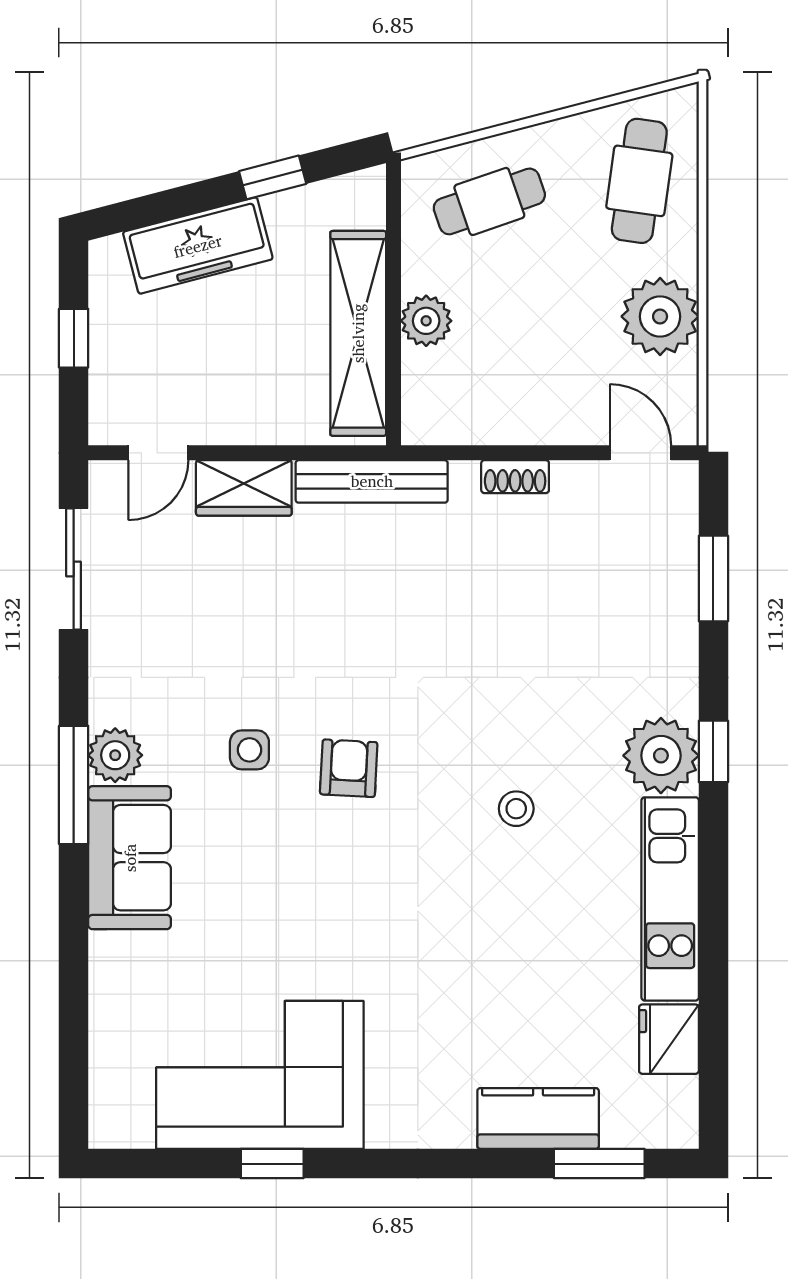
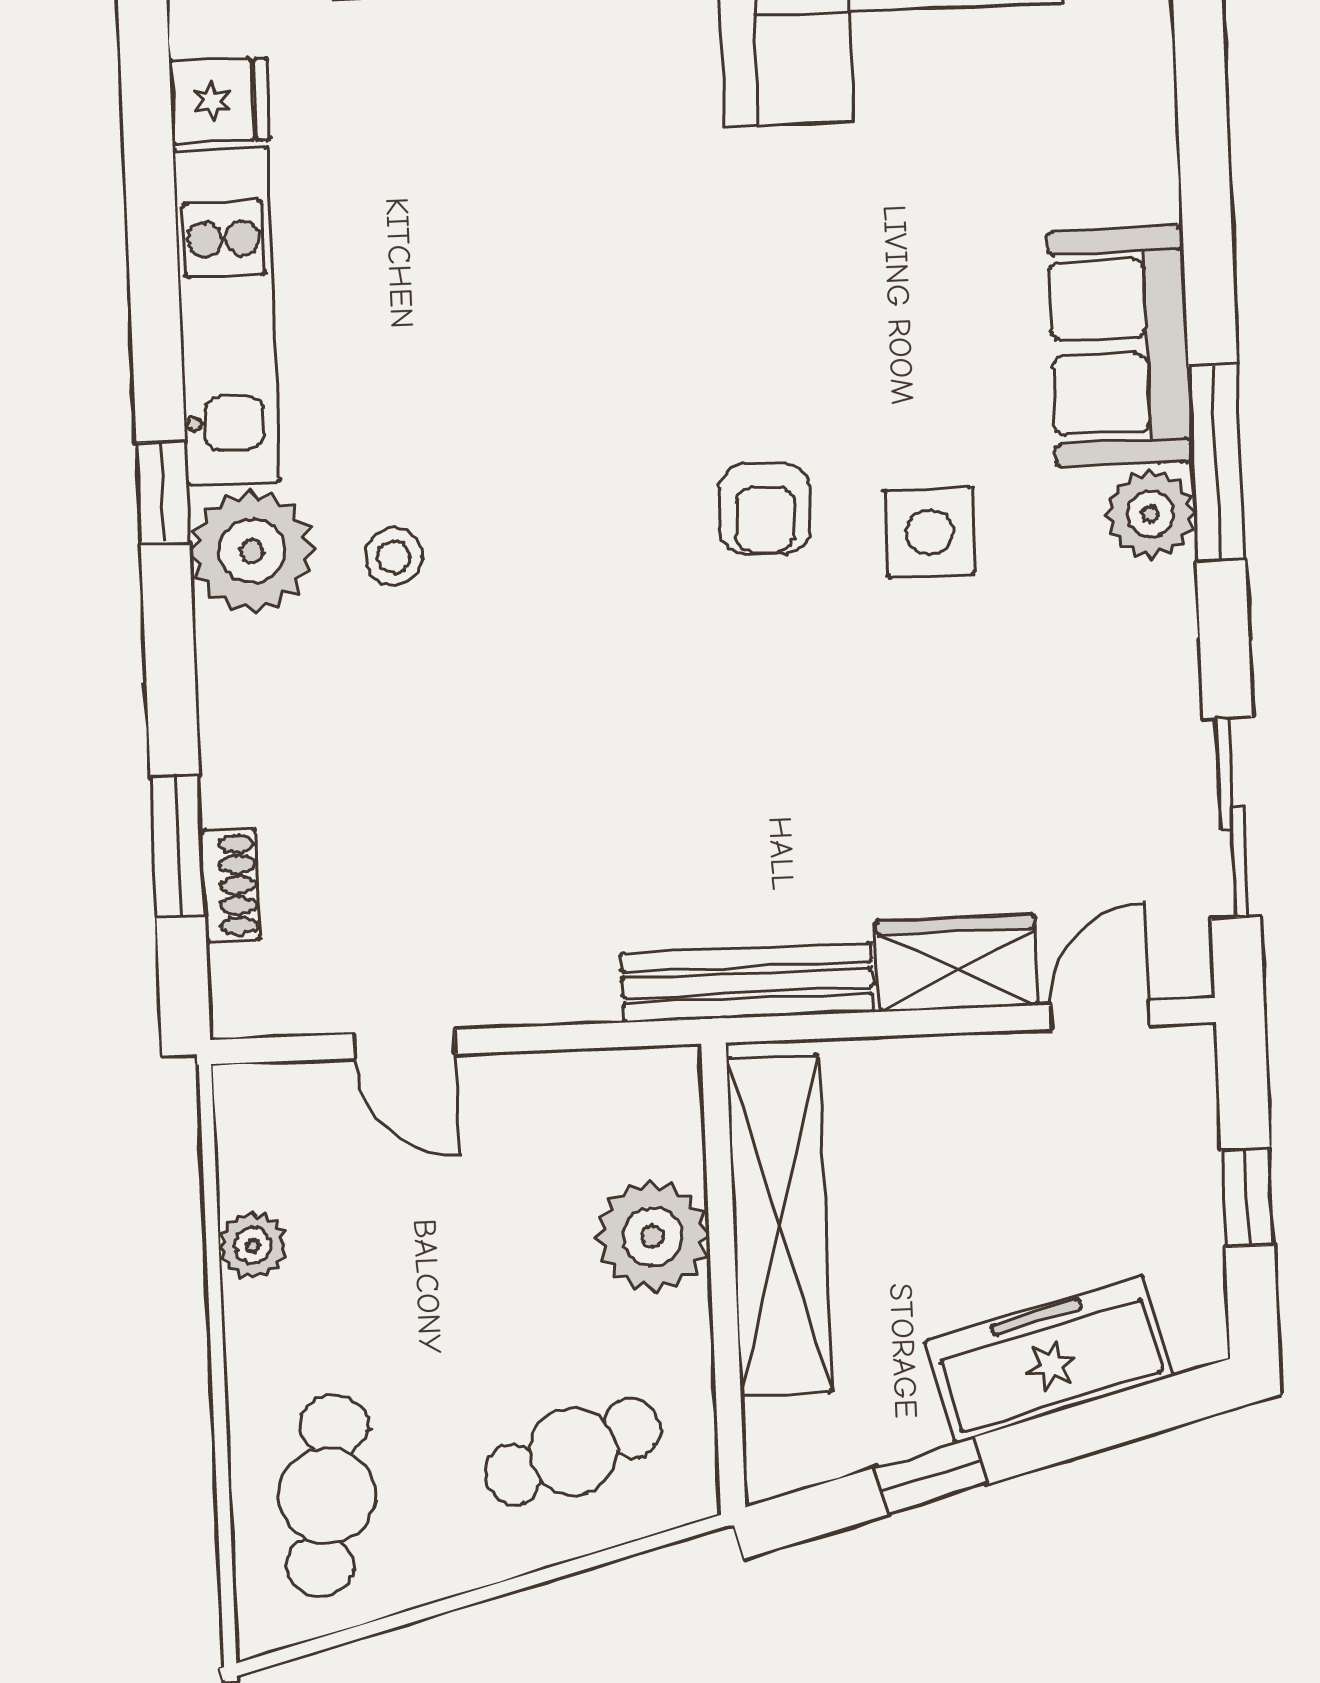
plant: (660, 316) -> (253, 1245), width x0.53, depth x0.53
plant: (426, 321) -> (653, 1236), width x1.36, depth x1.36
door: (640, 453) -> (404, 1044), moved
shoe rack: (515, 477) -> (231, 885), moved, turned 90
side table: (249, 750) -> (930, 532), width x1.37, depth x1.37
window: (713, 751) -> (163, 492), moved
stool: (516, 809) -> (394, 557), moved
fridge: (669, 1039) -> (220, 101), width x0.72

